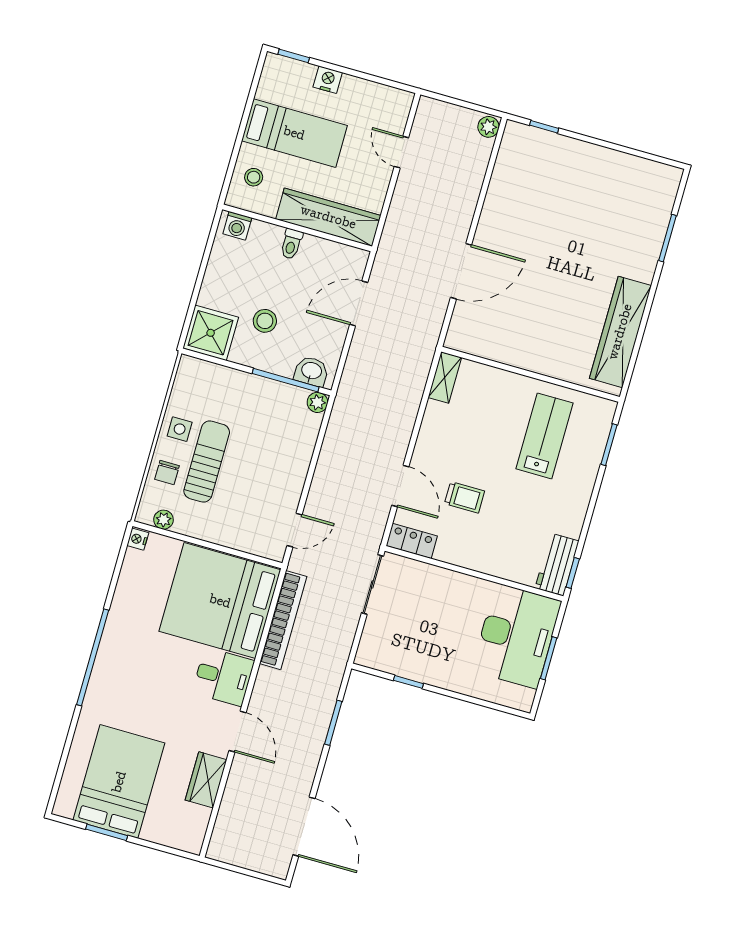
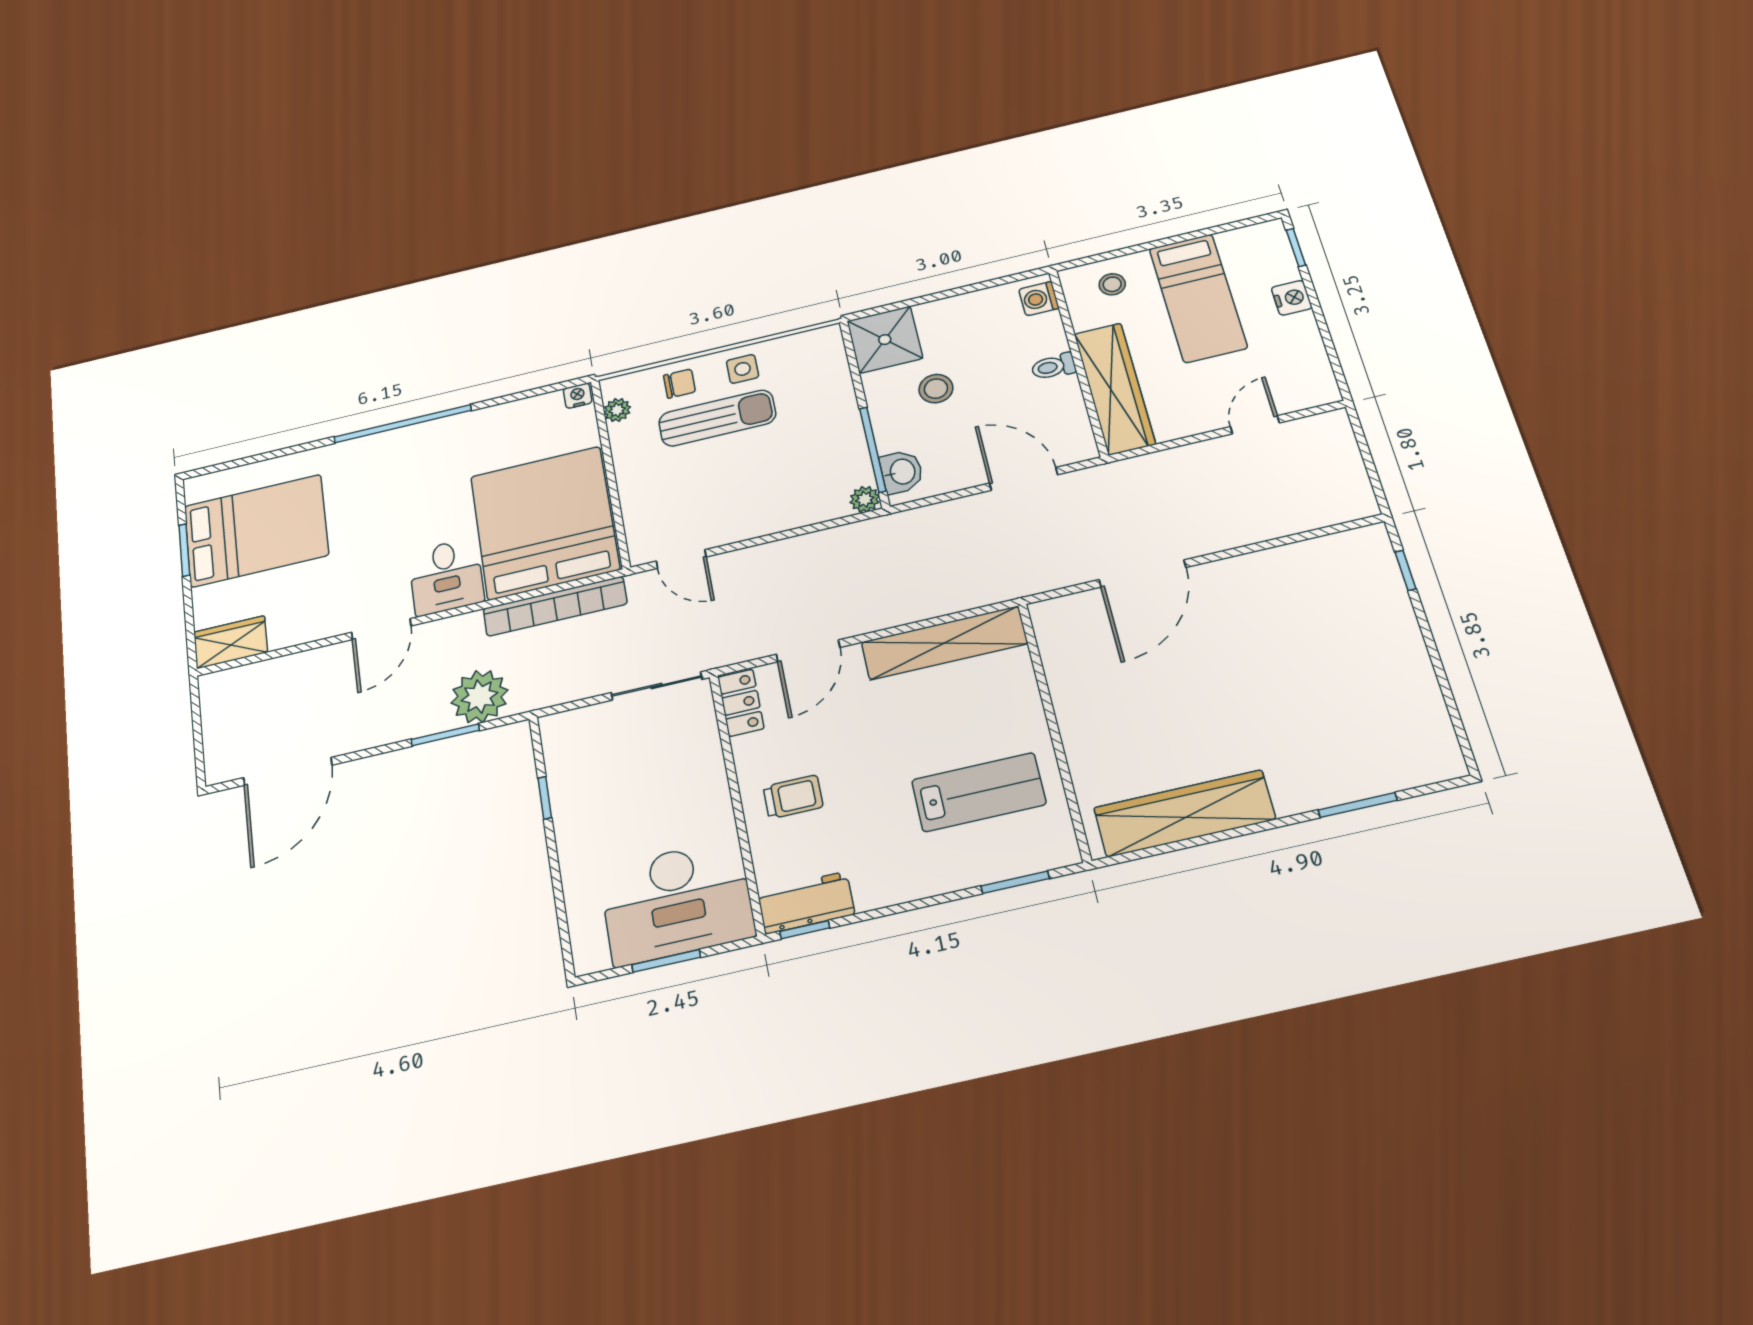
plant: (488, 127) -> (479, 697), moved, width x1.87, depth x1.87
door: (461, 271) -> (1142, 574), hinge flipped
shelving: (445, 377) -> (944, 643), width x2.20, depth x1.33
chair: (167, 472) -> (680, 384), turned 180
trolley: (464, 497) -> (793, 797), moved, turned -90
wardrobe: (206, 780) -> (231, 642), moved

